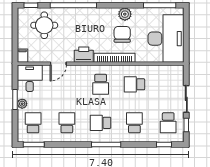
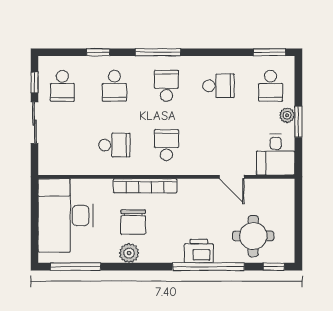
printer: (84, 55) -> (199, 251), moved, turned 180
filing cabinet: (22, 56) -> (287, 189), removed
door: (58, 64) -> (232, 177), swing flipped
school desk: (67, 123) -> (218, 86), turned -90
school desk: (101, 123) -> (166, 86), turned -90
school desk: (168, 123) -> (62, 86), turned 180
window: (164, 145) -> (98, 52), moved

